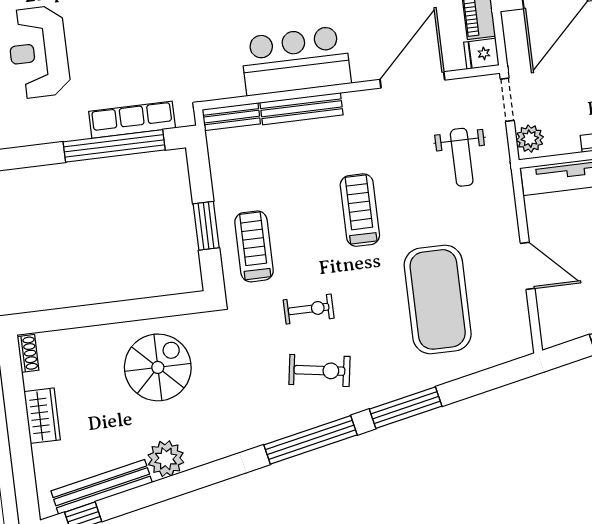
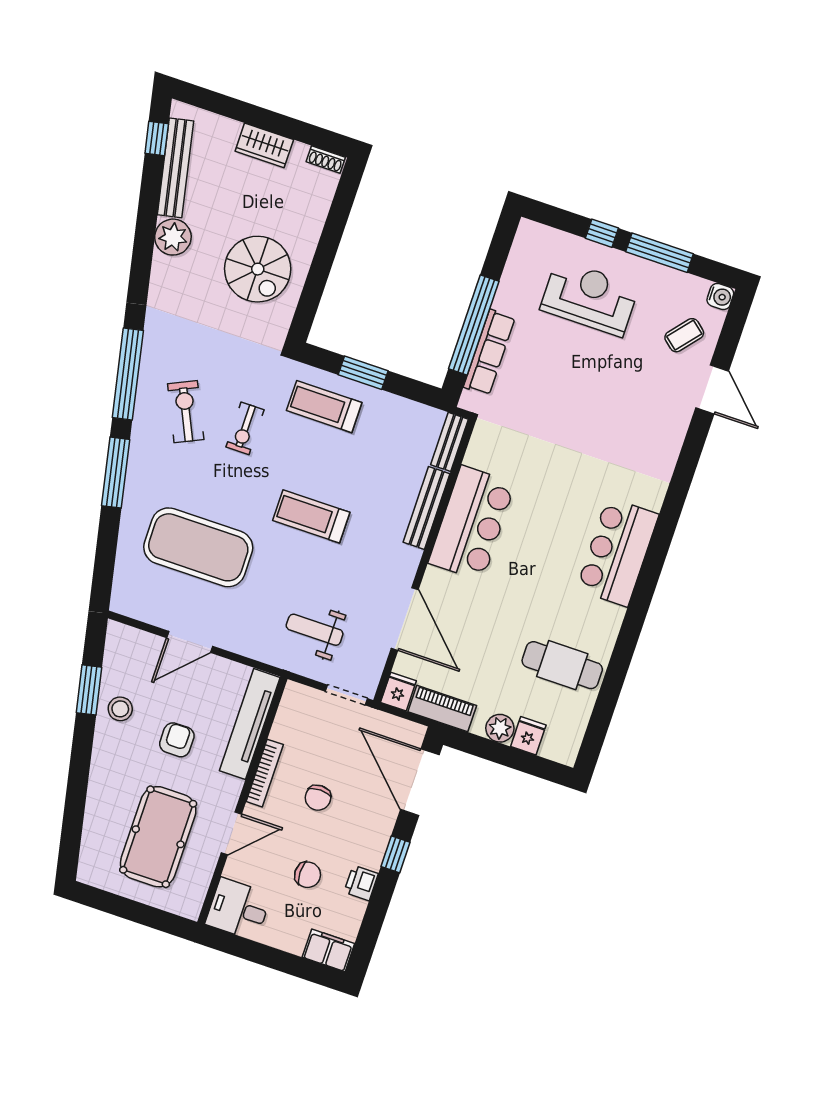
plant: (530, 139) -> (302, 698), removed
treadmill: (360, 210) -> (311, 516), turned 180
treadmill: (254, 246) -> (324, 407), turned 180
exercise bike: (319, 370) -> (186, 412), turned 146

